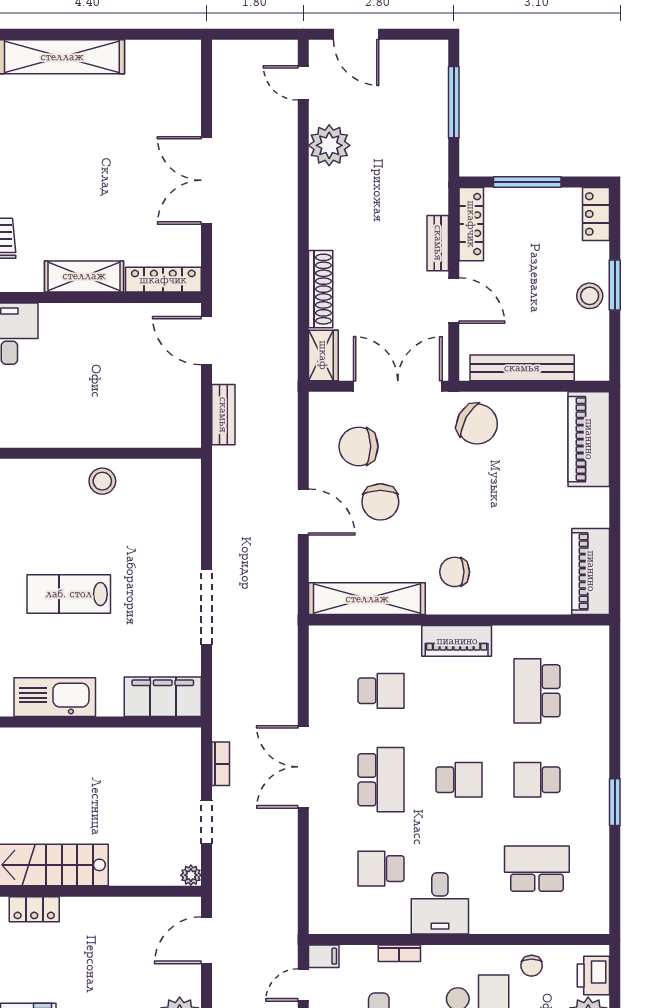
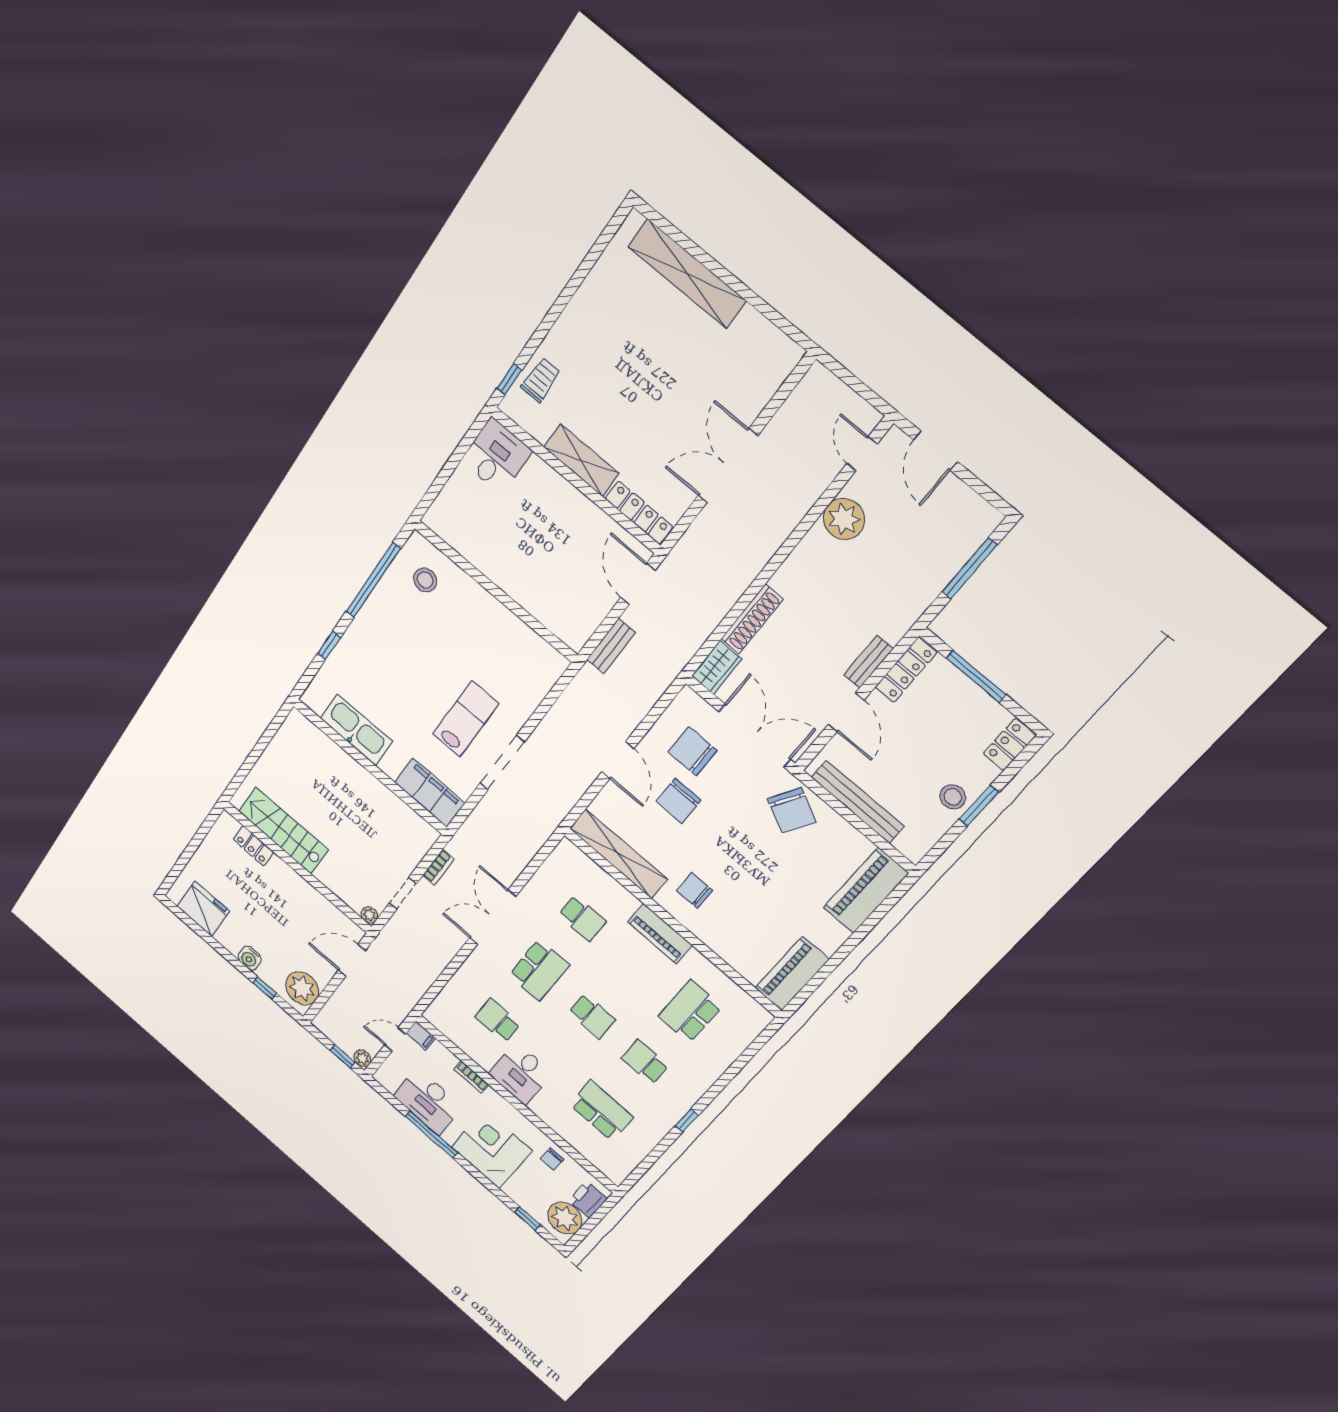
stool: (102, 481) -> (425, 580), moved
lab bench: (69, 594) -> (466, 719), moved, turned 90
window: (615, 802) -> (687, 1120), width x0.67

